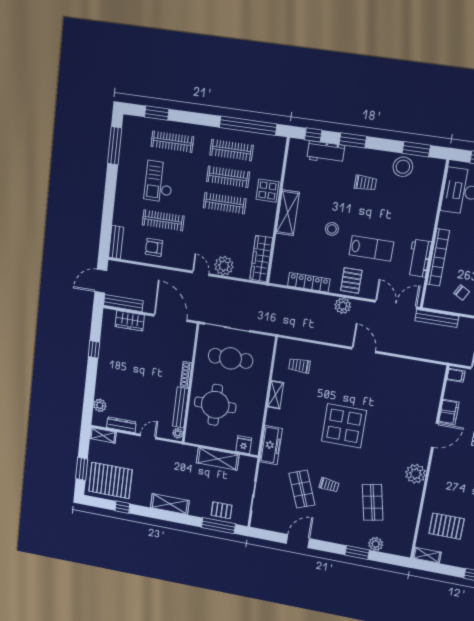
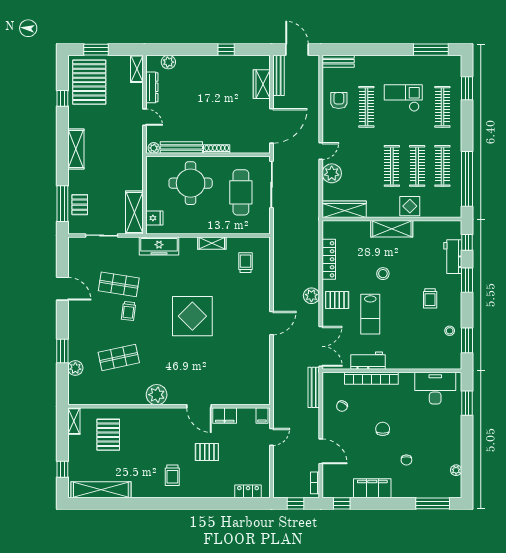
stool: (403, 167) -> (450, 331), width x0.53, depth x0.53
shelving: (218, 459) -> (134, 213), moved
shop shelf: (302, 489) -> (119, 284), turned 30

